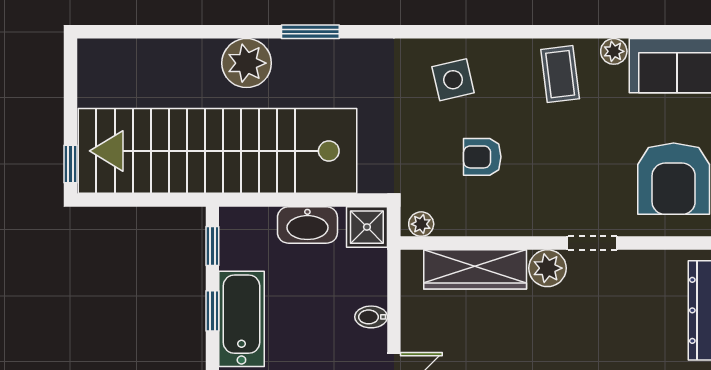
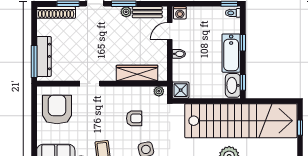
window: (70, 164) -> (300, 128), moved
washbasin: (307, 225) -> (233, 85), moved, turned -90
plant: (547, 268) -> (108, 73), removed
window: (212, 311) -> (243, 43), moved

